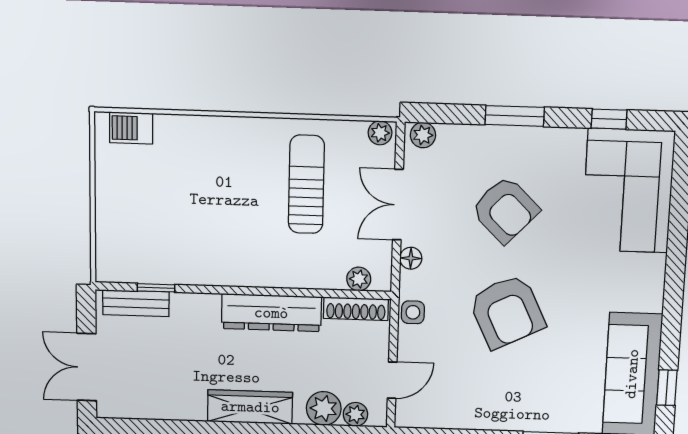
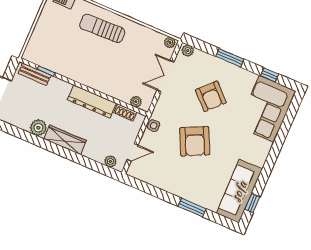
sun lounger: (306, 184) -> (102, 28), moved, turned -92
floor lamp: (411, 258) -> (162, 101), removed
shoe rack: (356, 309) -> (125, 112), width x0.70
plant: (324, 408) -> (38, 128), moved

